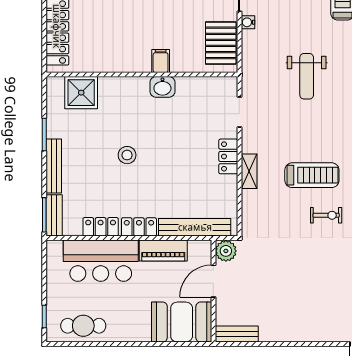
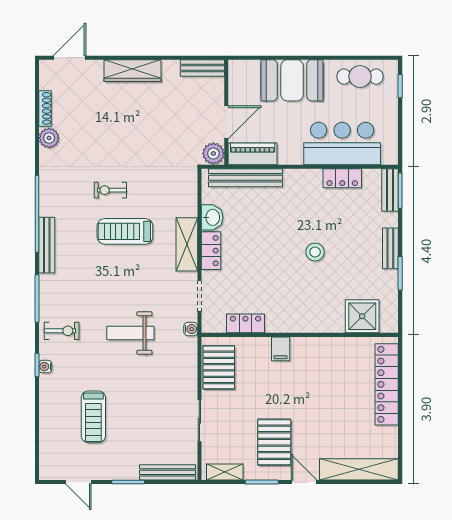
water cooler: (248, 22) -> (191, 329), moved
weight bench: (307, 76) -> (130, 333), turned -90
washbasin: (162, 87) -> (212, 217), moved, turned 90
bench: (54, 166) -> (390, 248), width x0.73
shelving: (249, 171) -> (187, 244), width x1.50, depth x1.33
locker: (139, 227) -> (245, 323), moved, turned 180
piano: (163, 251) -> (253, 154), moved
booth: (182, 322) -> (292, 80), moved
wardrobe: (305, 332) -> (132, 71), added

